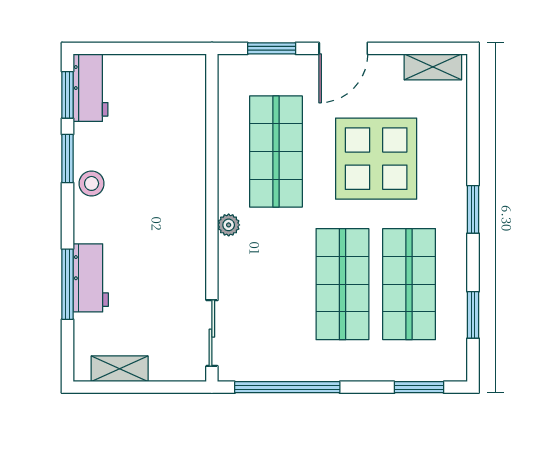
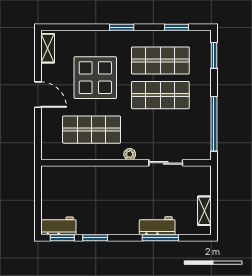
window: (272, 48) -> (38, 132), removed
stool: (92, 183) -> (108, 225), removed
sliding door: (212, 333) -> (166, 163), moved

